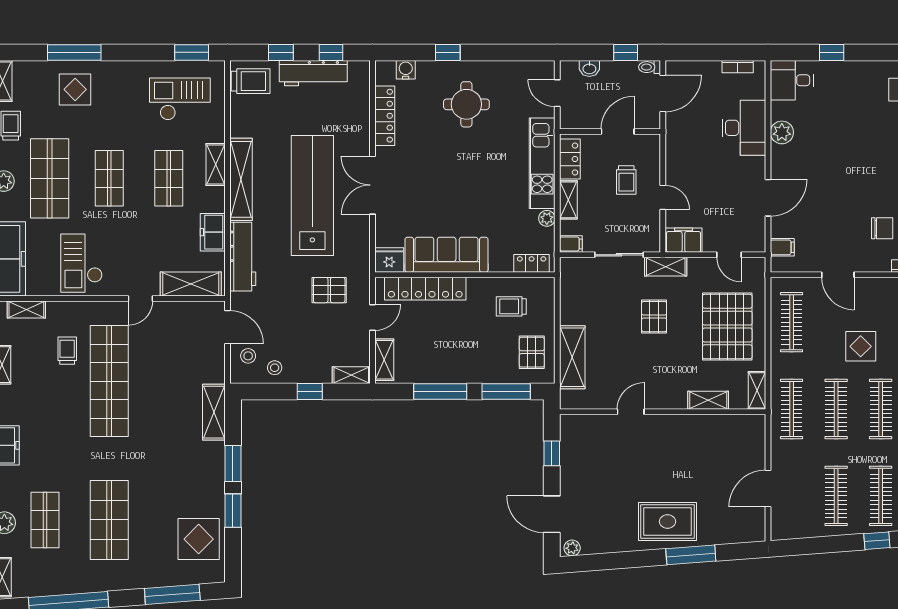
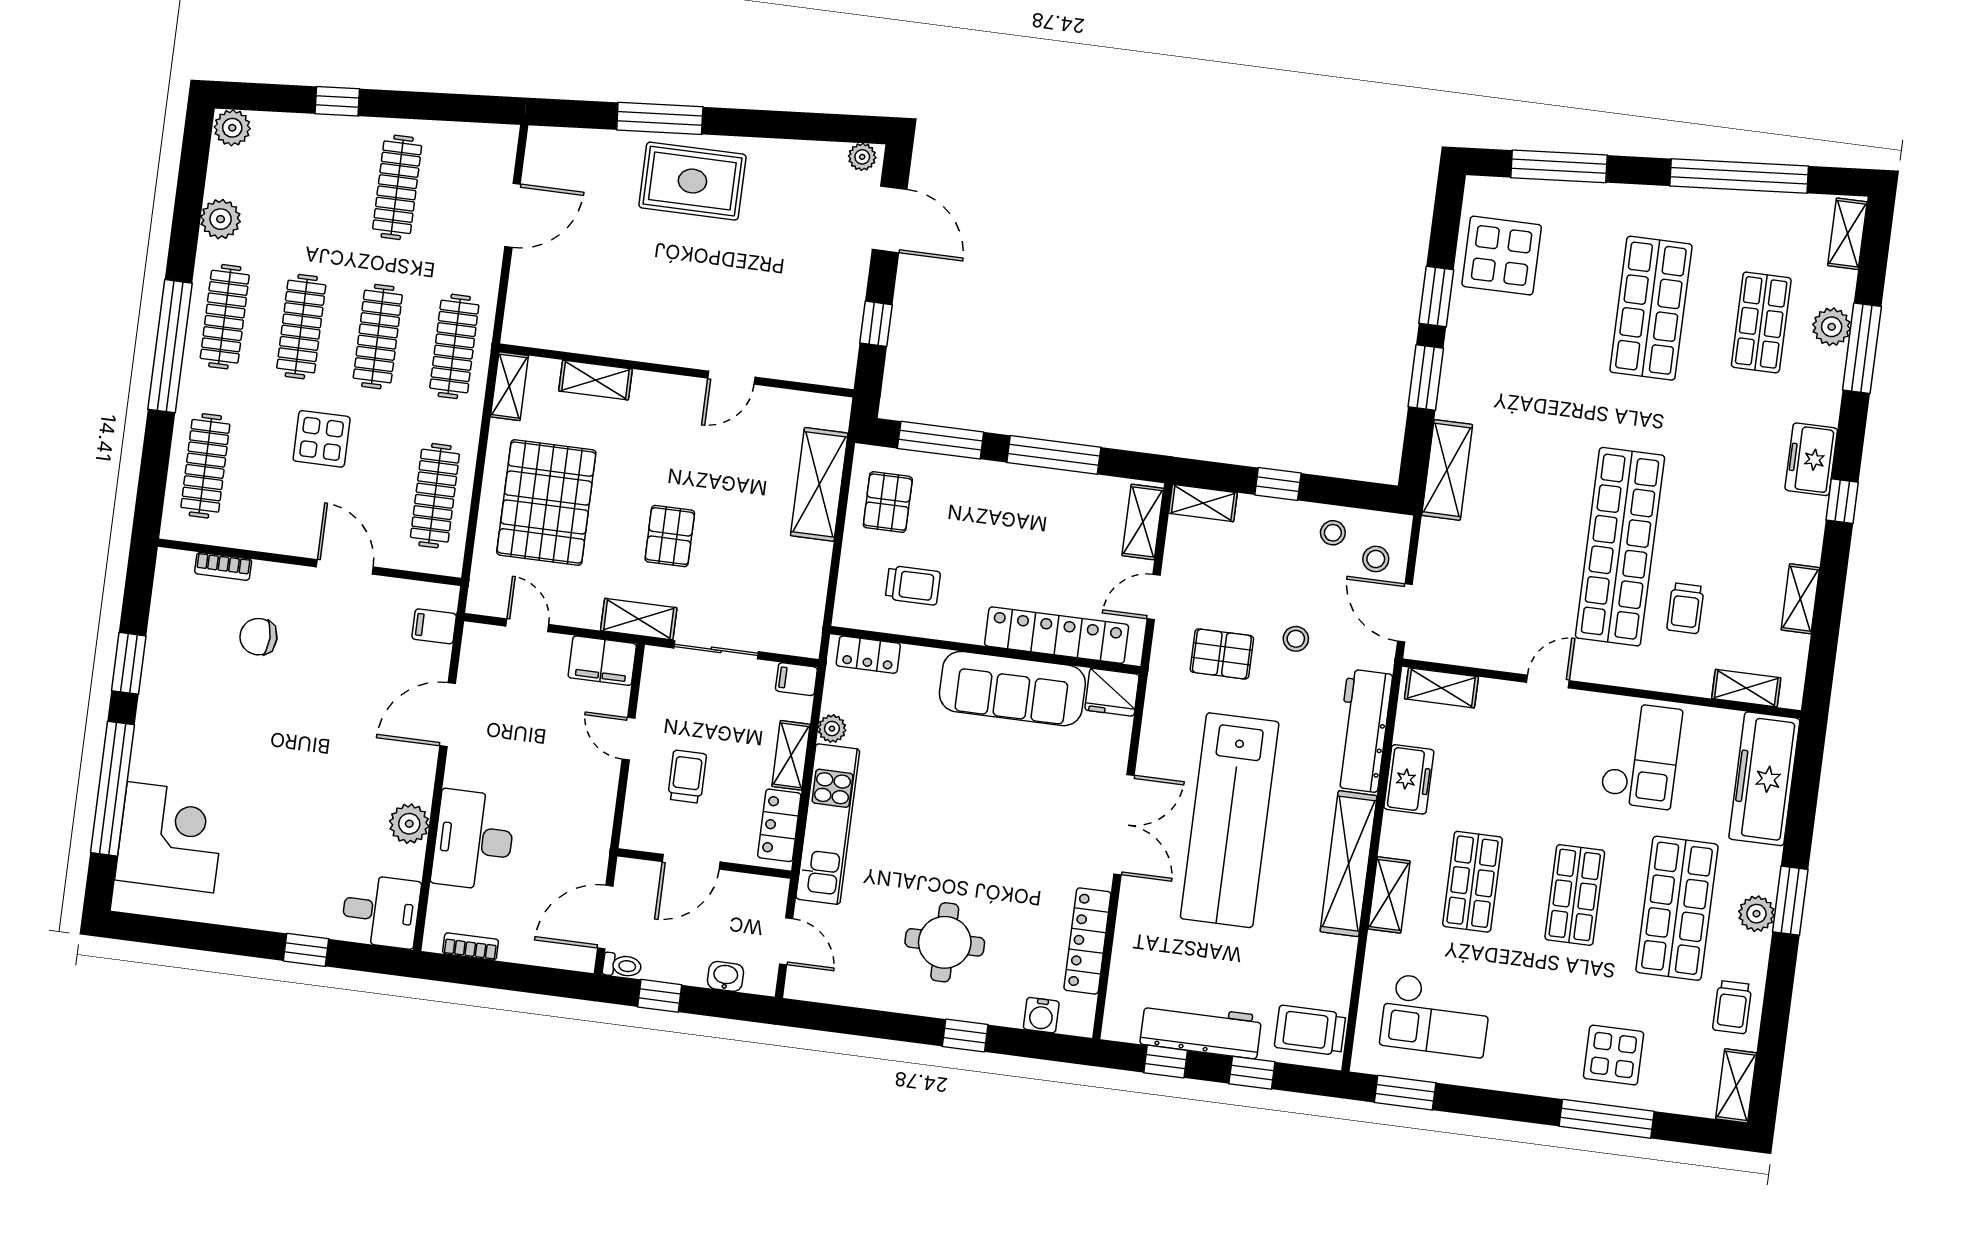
shelving: (191, 284) -> (1441, 688), width x0.67, depth x0.75
stool: (288, 304) -> (1296, 639), added
clothes rail: (881, 496) -> (321, 177), removed

